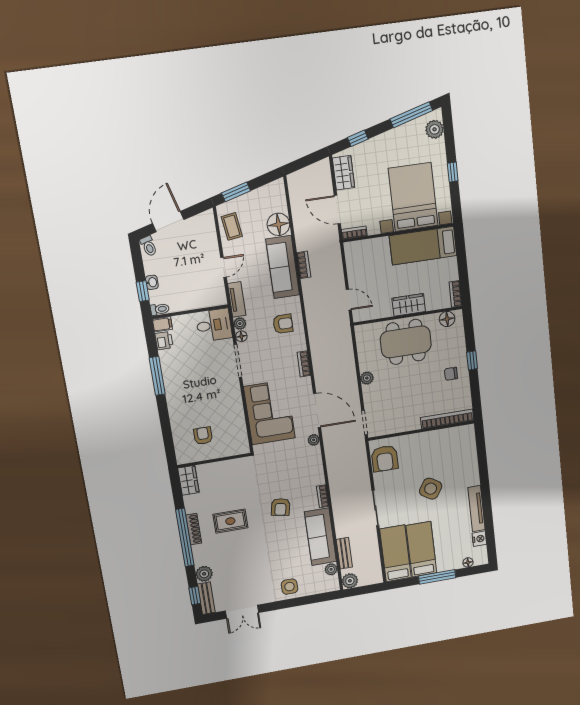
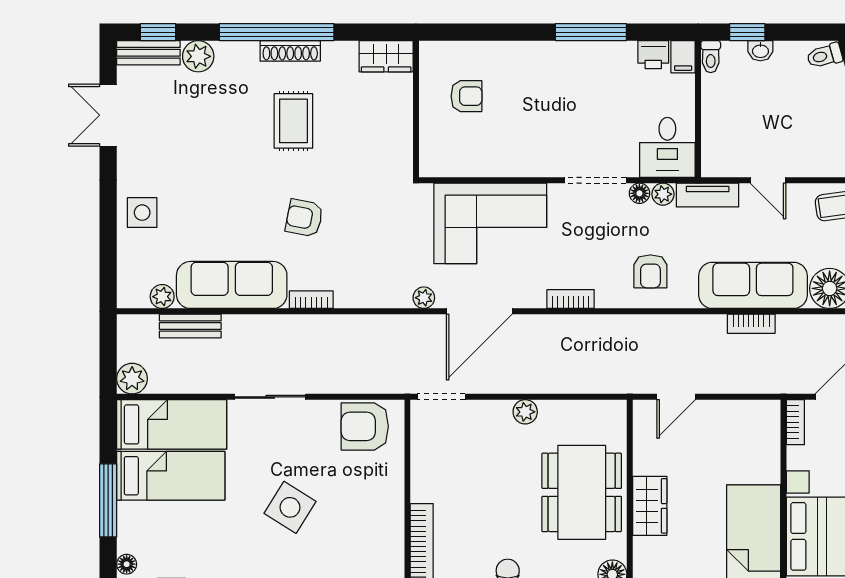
plant: (350, 581) -> (132, 379), moved

